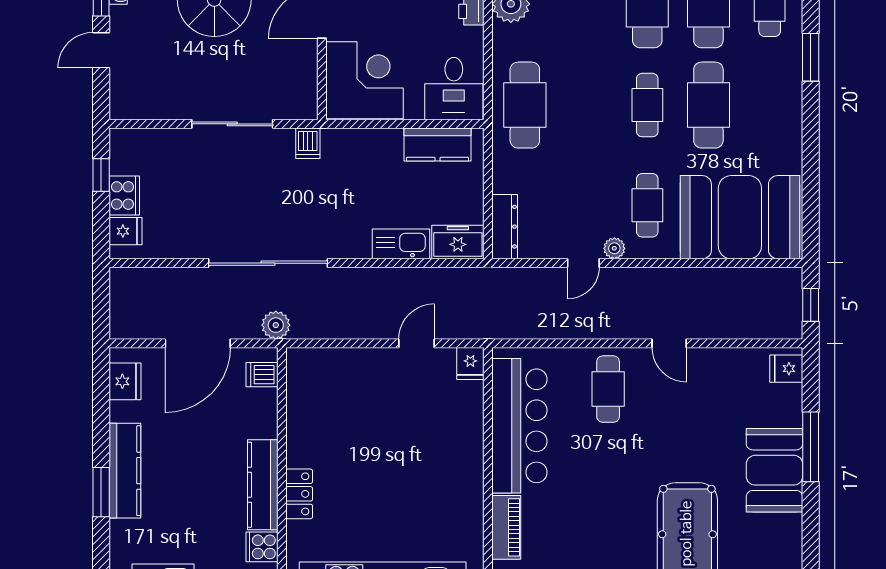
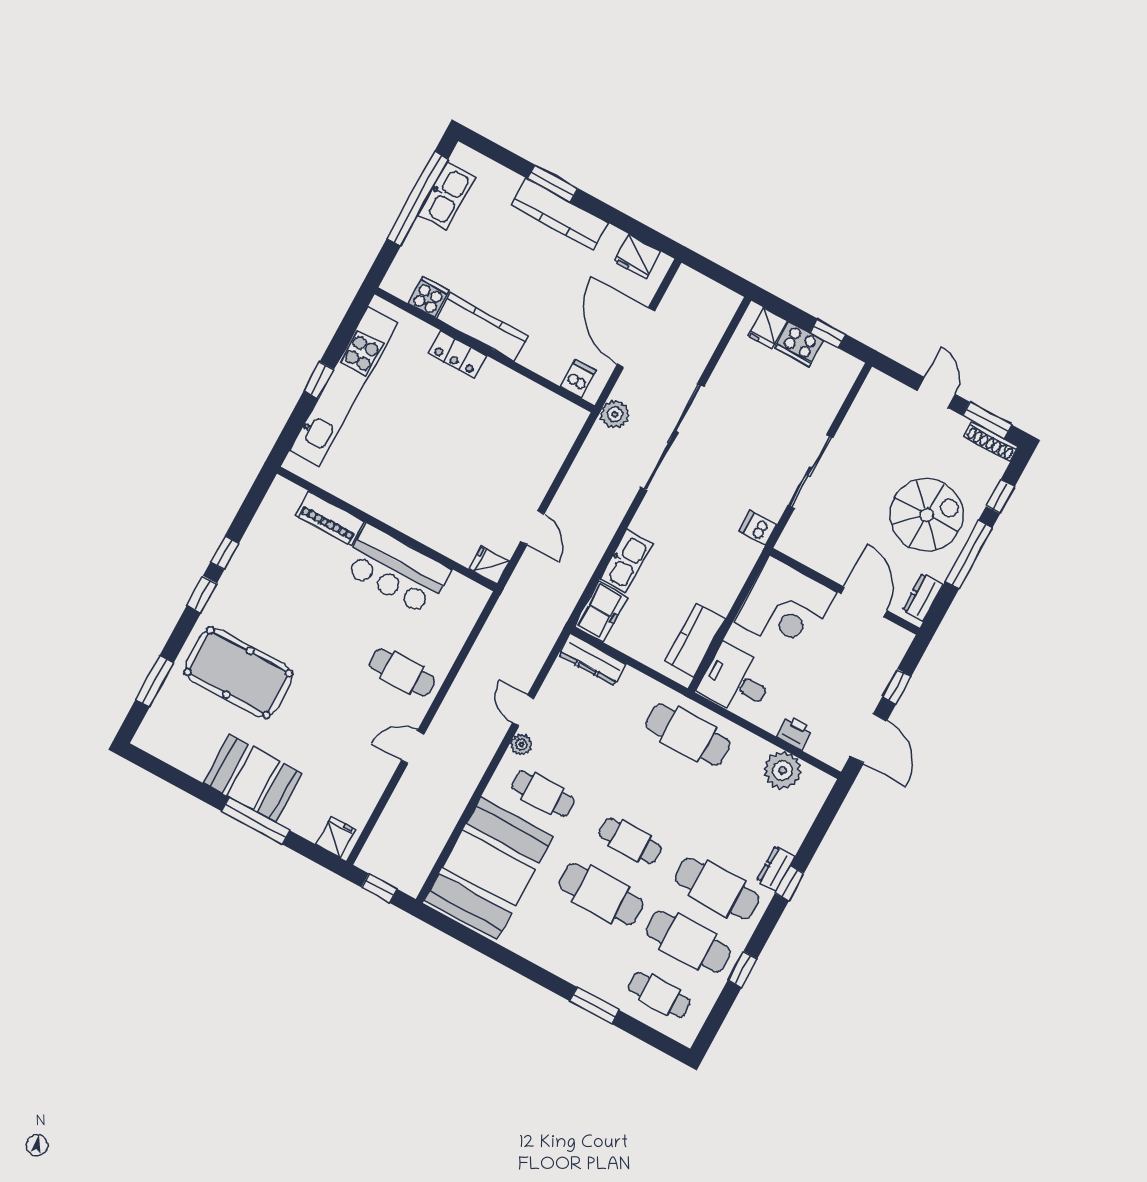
bar counter: (519, 426) -> (396, 570), width x0.73

